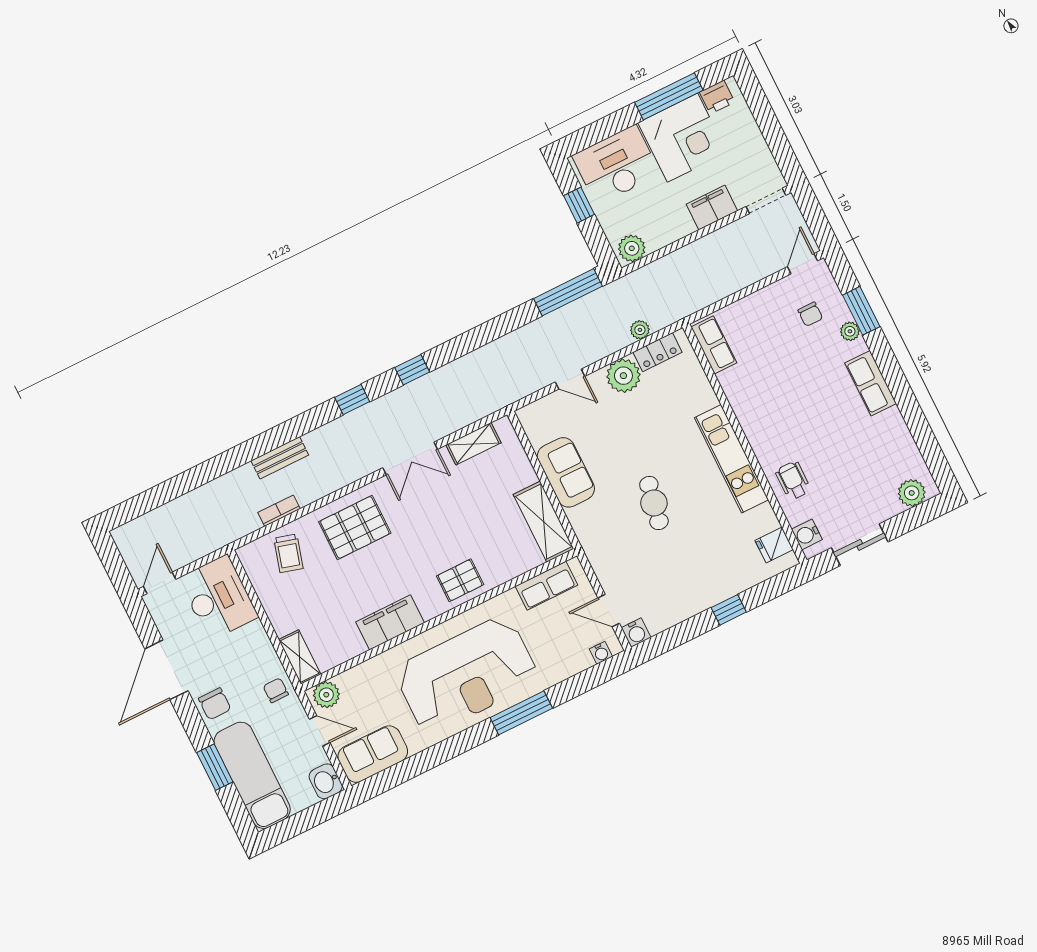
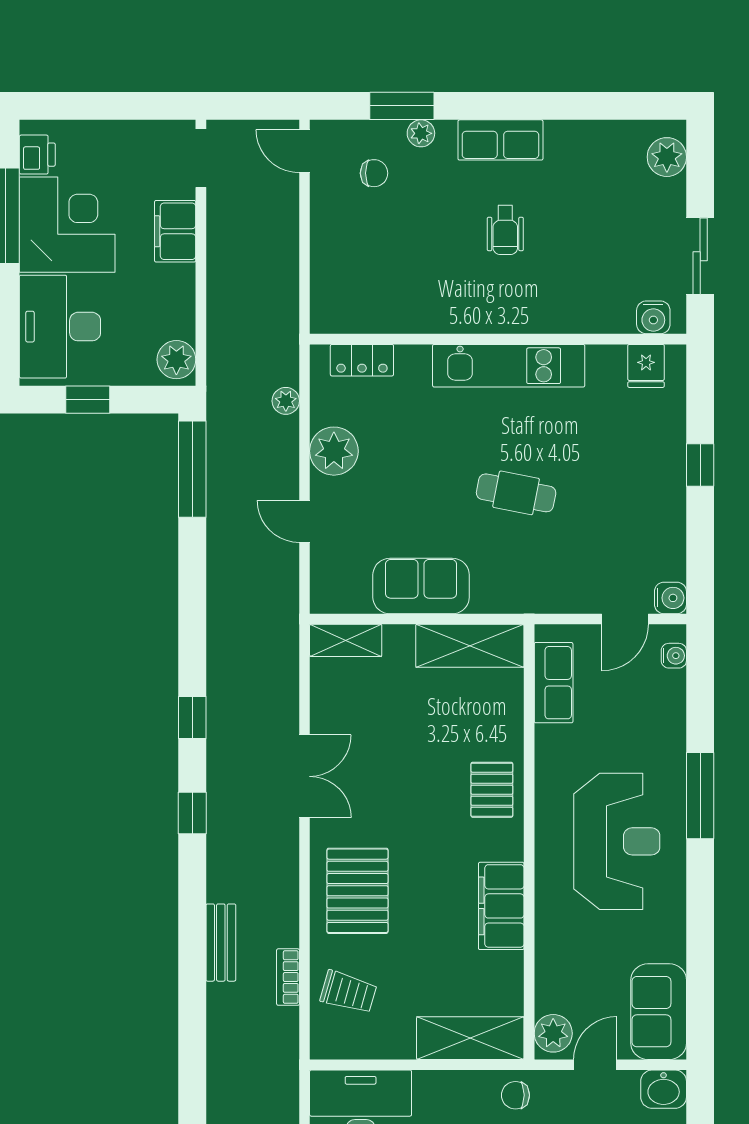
row of seats: (714, 345) -> (352, 316), removed
locker: (657, 352) -> (362, 360), moved, turned 90
door: (570, 379) -> (305, 522), swing flipped
shelving: (473, 444) -> (346, 640), moved, turned 90
wheelchair: (793, 481) -> (505, 230), moved, turned -90
shelving: (300, 657) -> (470, 1038), width x1.50, depth x1.33
reception desk: (467, 675) -> (617, 841), width x0.74, depth x0.77

